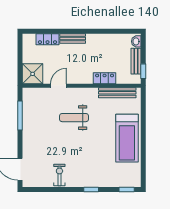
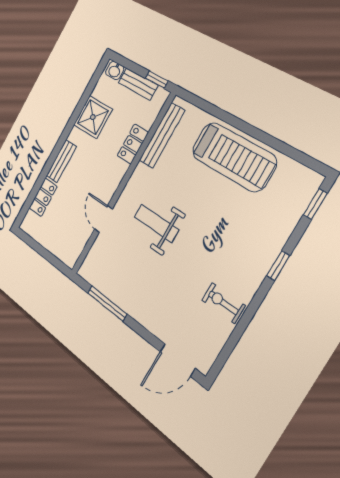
shower: (33, 74) -> (93, 117), moved
weight bench: (74, 118) -> (156, 223), turned 90

